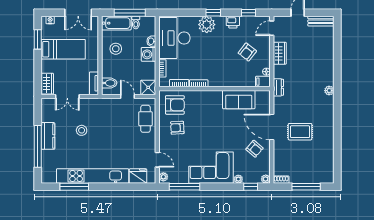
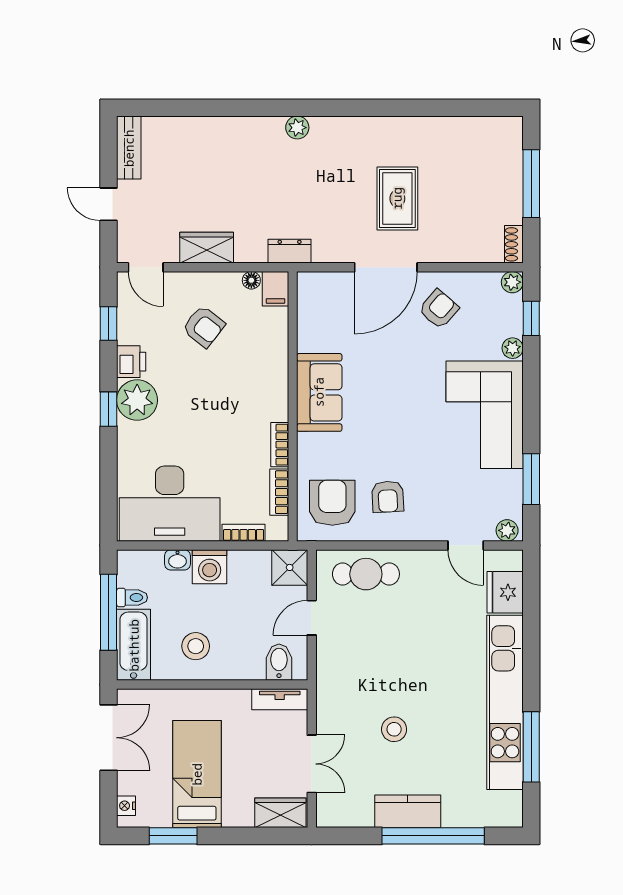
plant: (207, 25) -> (137, 400), moved
sofa: (239, 100) -> (319, 392), moved
door: (157, 160) -> (466, 545), swing flipped
window: (185, 187) -> (531, 479), width x0.69

